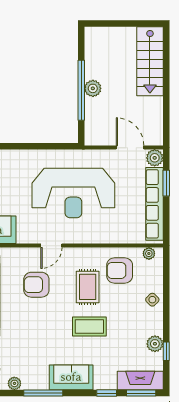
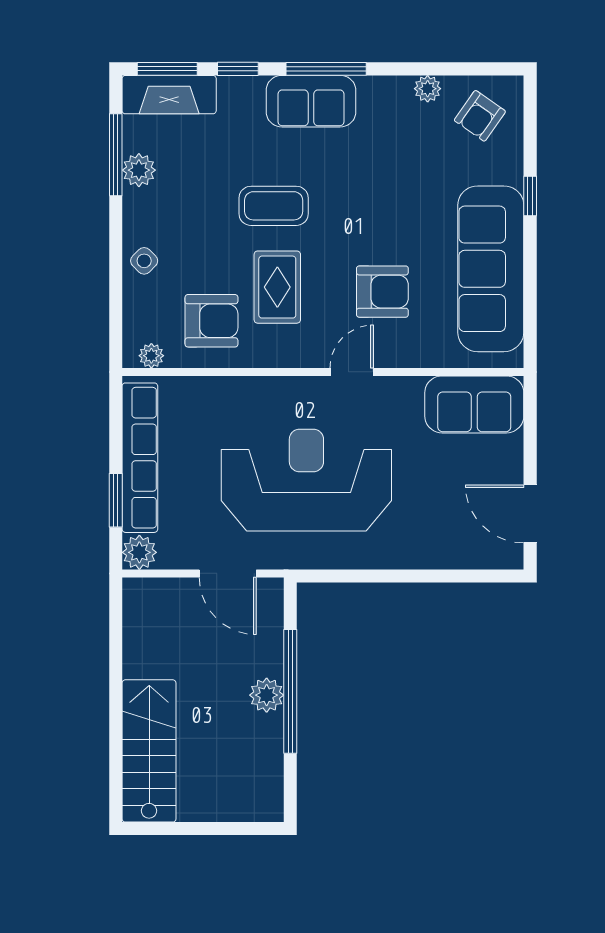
door: (130, 148) -> (228, 573), moved
window: (166, 351) -> (116, 155), width x2.17
window: (43, 393) -> (326, 69), moved

